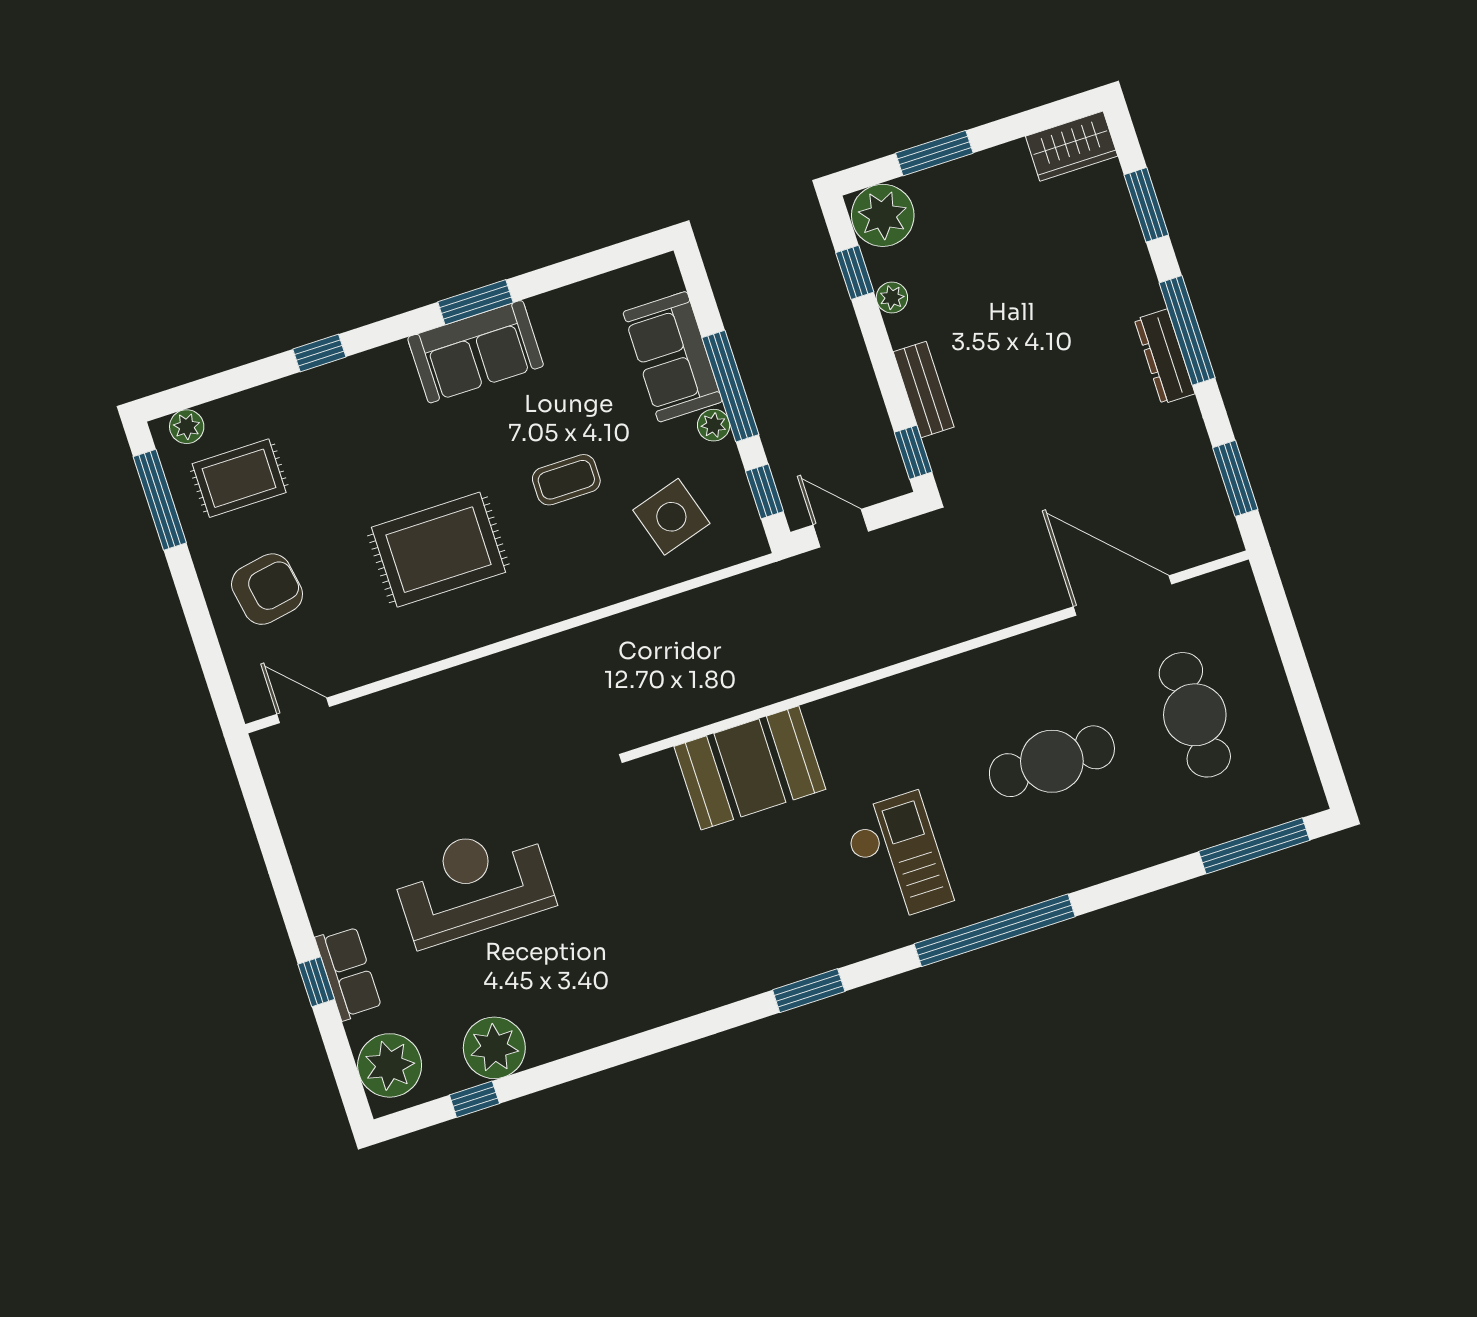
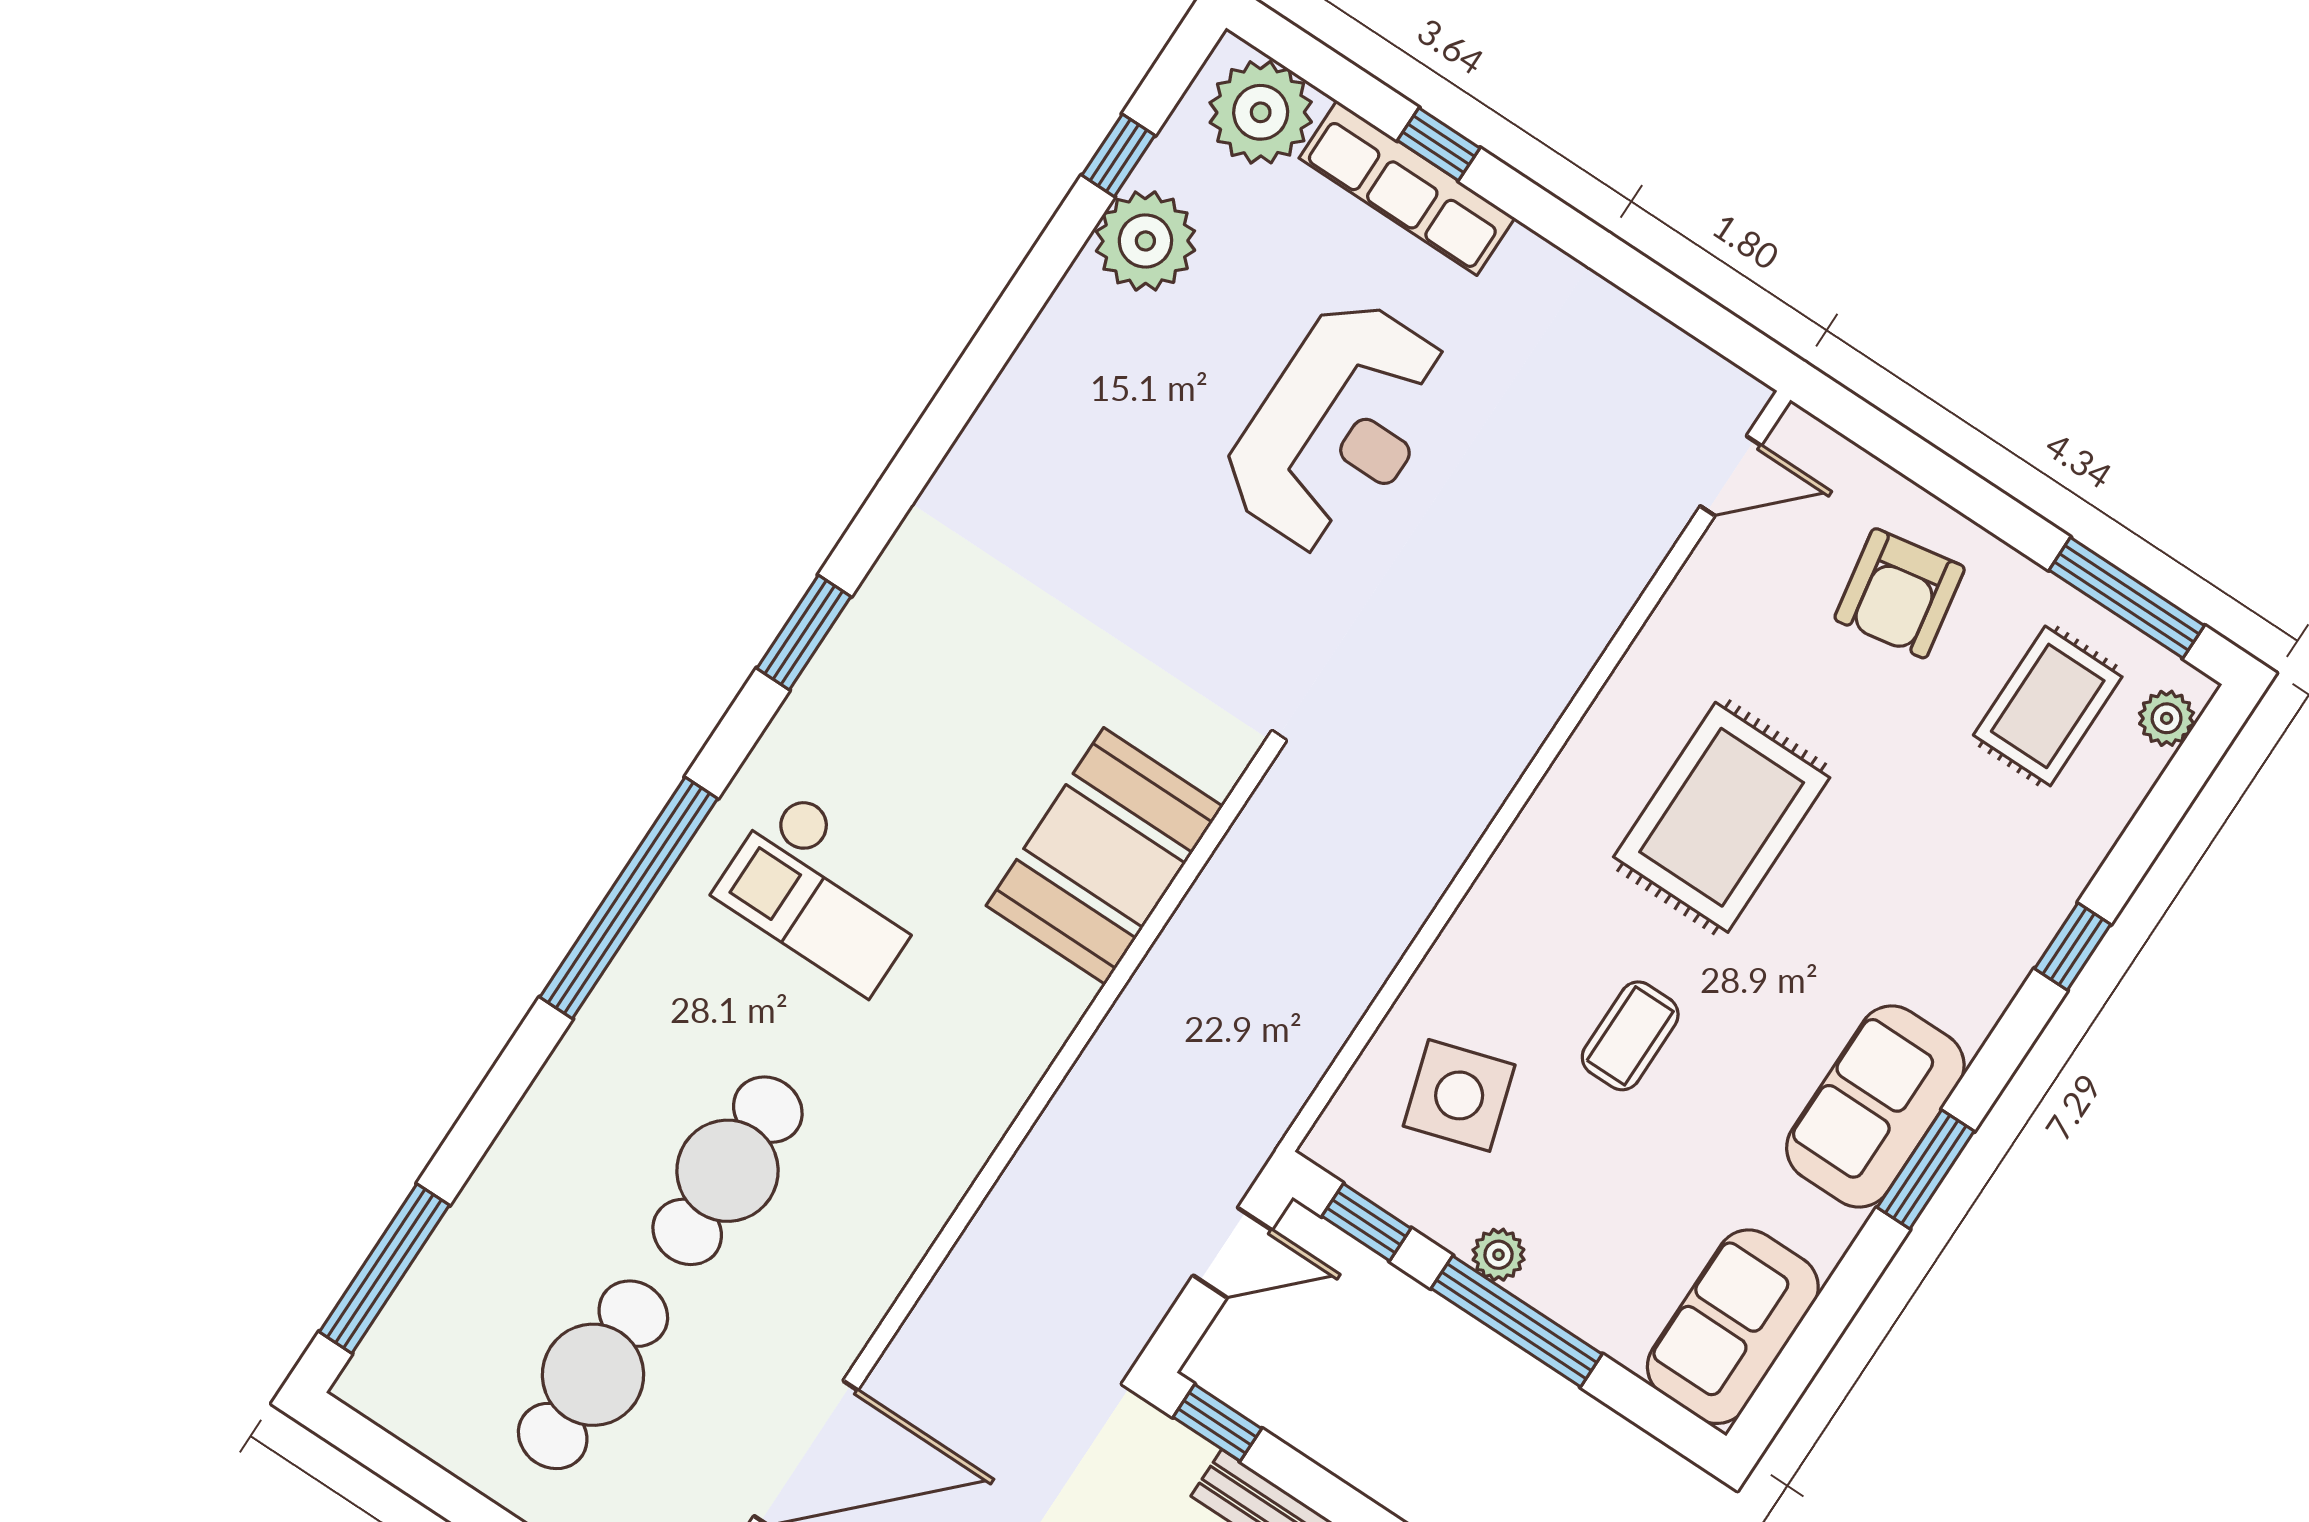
sofa: (673, 357) -> (1733, 1327), moved, turned -90
cafe table: (1195, 715) -> (593, 1375), turned 90
row of seats: (348, 973) -> (1407, 188), width x1.48

